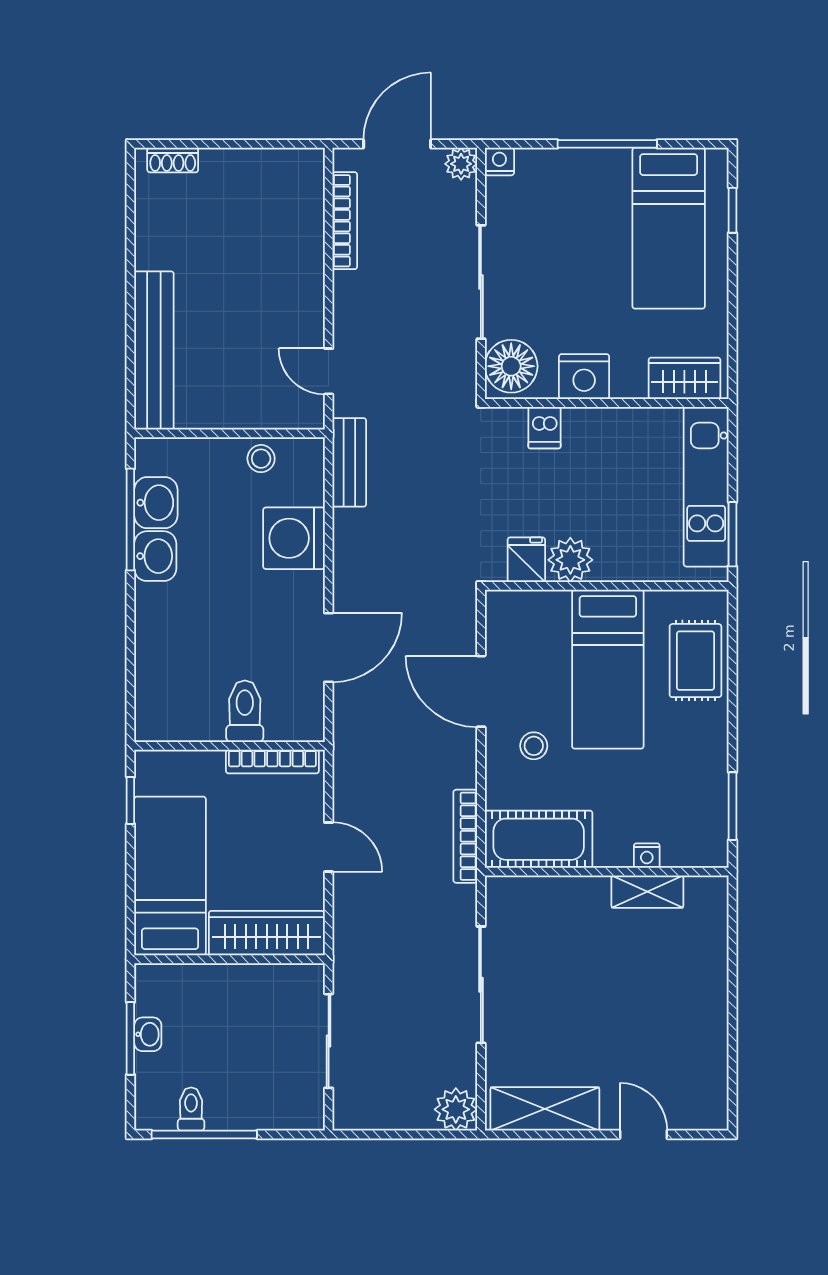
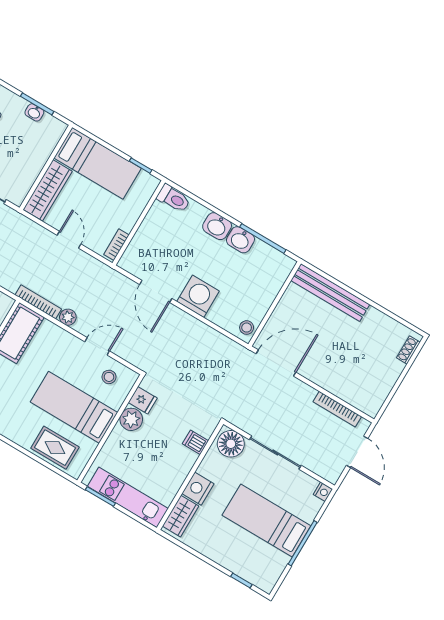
plant: (461, 164) -> (68, 317), moved
bed: (669, 228) -> (266, 521), moved
door: (329, 371) -> (276, 363), width x1.87
nightstand: (584, 377) -> (198, 489), moved
stool: (261, 459) -> (247, 328), moved
bench: (349, 462) -> (231, 348), removed
washbasin: (156, 503) -> (217, 226), moved
washing machine: (294, 538) -> (198, 296), moved
door: (481, 691) -> (97, 346), width x0.73
toilet: (245, 711) -> (174, 198), moved
stool: (534, 746) -> (109, 377), moved
bookcase: (272, 762) -> (116, 245), width x0.64
door: (329, 847) -> (69, 240), swing flipped

